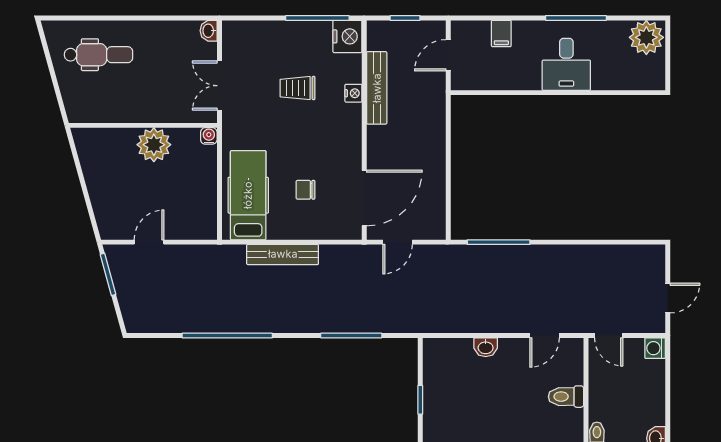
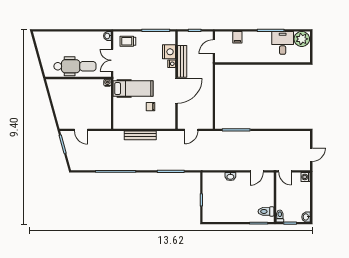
nightstand: (347, 36) -> (169, 52), moved
dental chair: (98, 55) -> (75, 66), moved, width x1.36, depth x1.38
desk: (566, 64) -> (283, 43), moved, turned 180
trolley: (298, 88) -> (128, 41), moved
plant: (154, 145) -> (83, 87), removed
hospital bed: (248, 195) -> (133, 89), moved, turned 90
door: (364, 198) -> (176, 91), moved
door: (149, 242) -> (81, 130), swing flipped
toilet: (566, 397) -> (266, 211), moved

